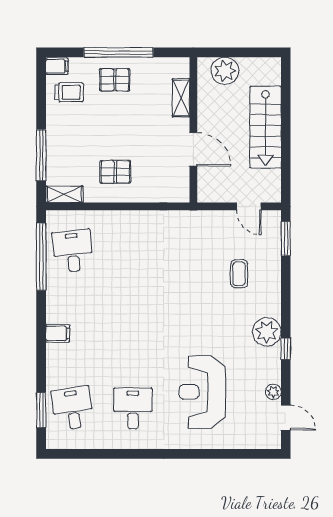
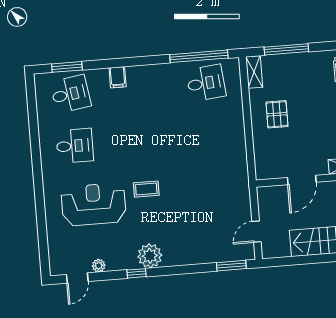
coffee table: (239, 274) -> (146, 189), moved
filing cabinet: (58, 333) -> (118, 77), moved

